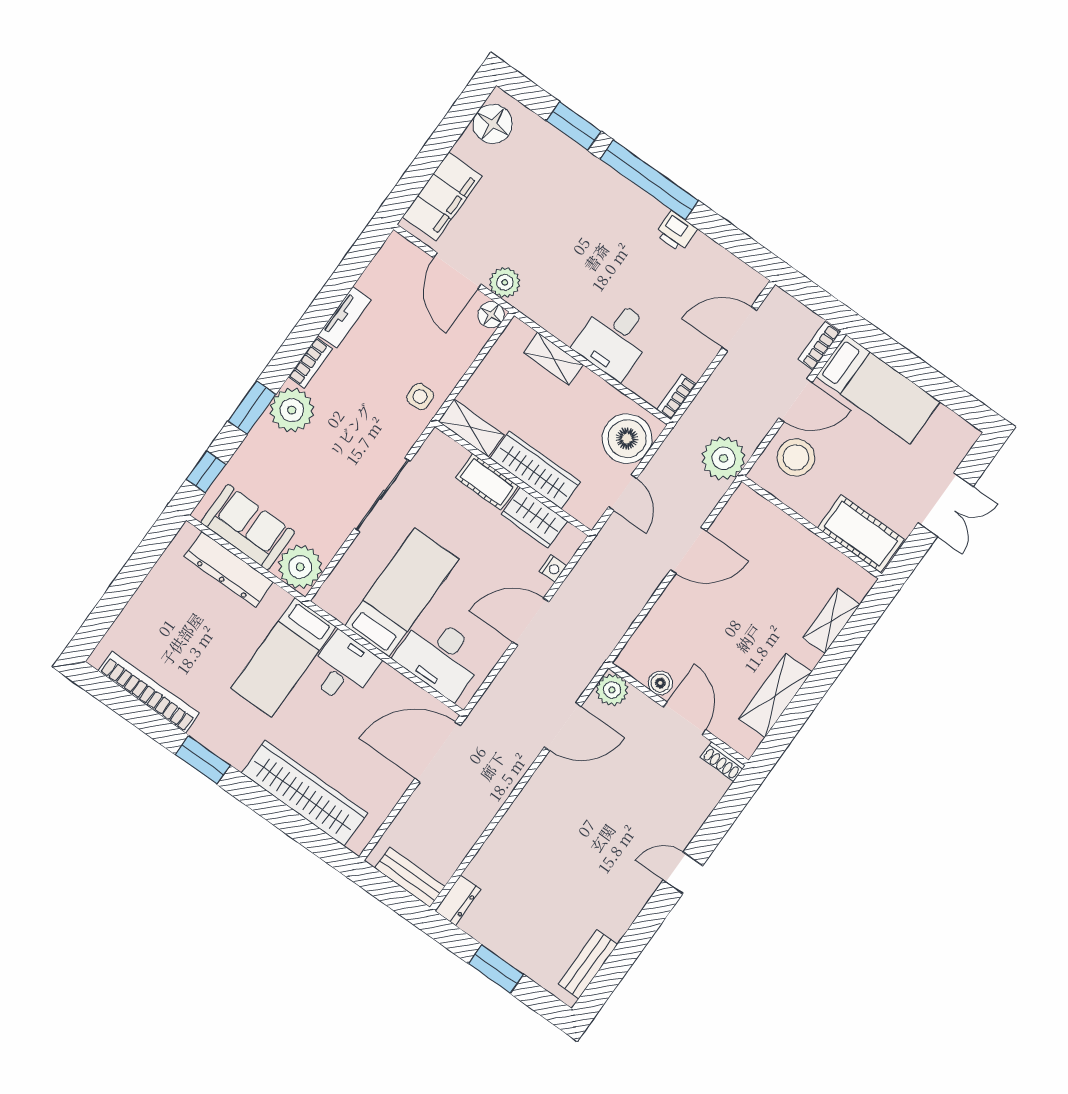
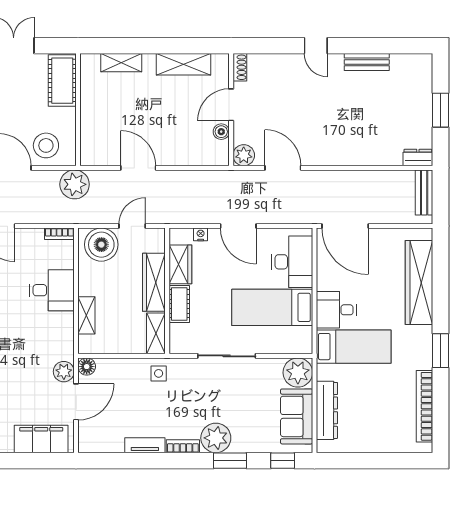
bench: (588, 964) -> (367, 62), moved

